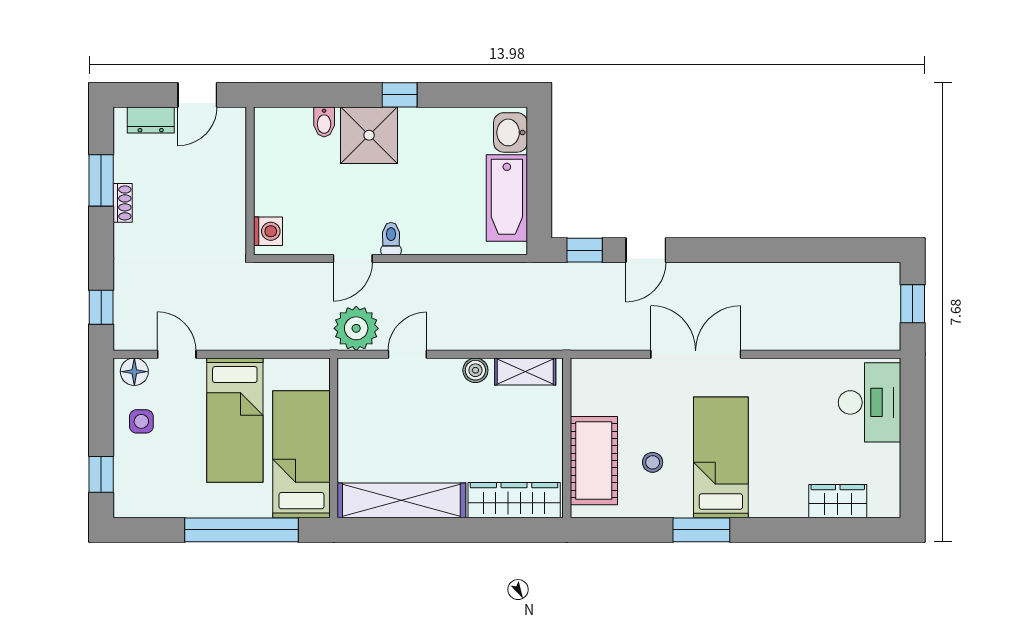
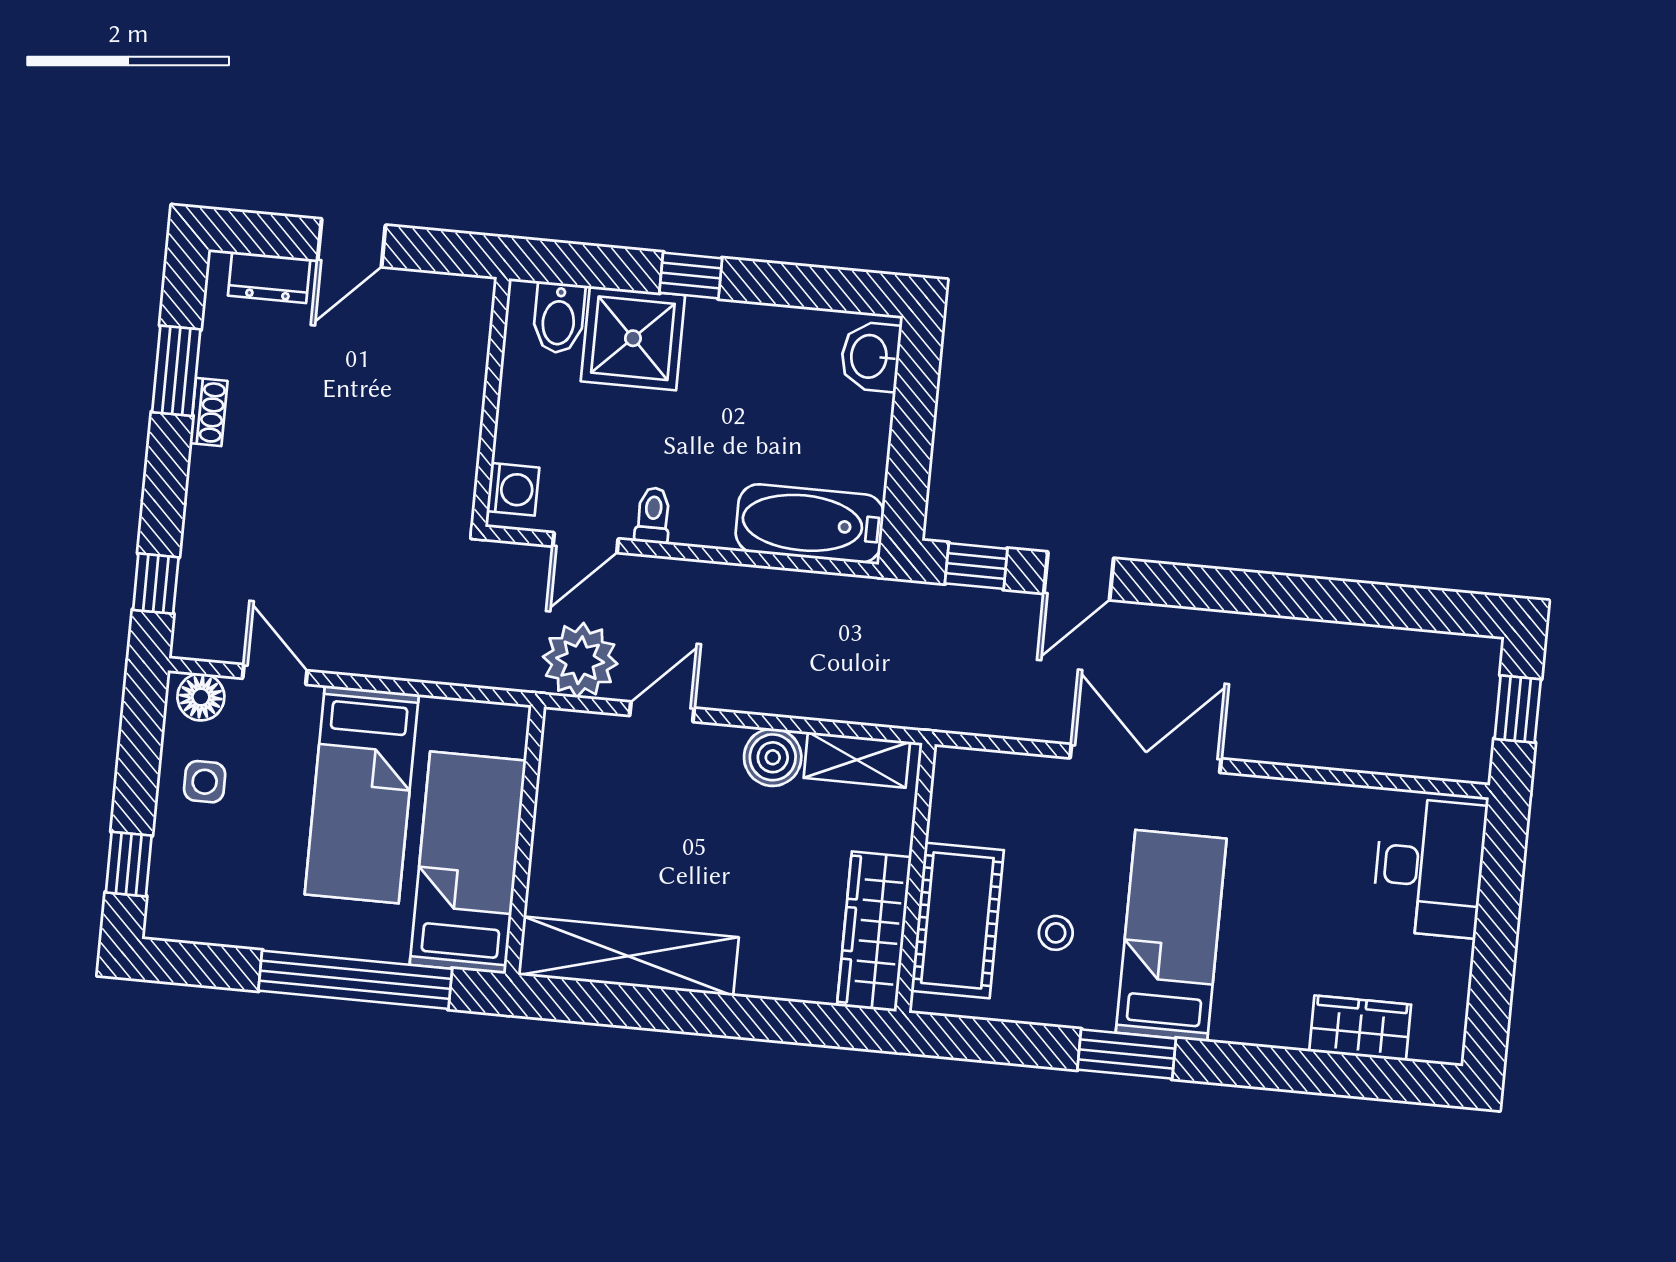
bidet: (324, 122) -> (559, 318), width x1.38, depth x1.36
wall: (250, 181) -> (491, 402), moved
bathtub: (507, 198) -> (810, 524), moved, turned 90
washing machine: (268, 231) -> (513, 489), moved
boiler: (475, 370) -> (773, 757), width x1.36, depth x1.36
wardrobe: (514, 500) -> (874, 931), moved, turned -90

